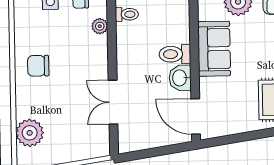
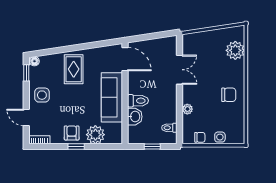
plant: (100, 26) -> (187, 109), moved
sofa: (214, 49) -> (112, 97), width x1.36
washbasin: (180, 78) -> (135, 117), moved

